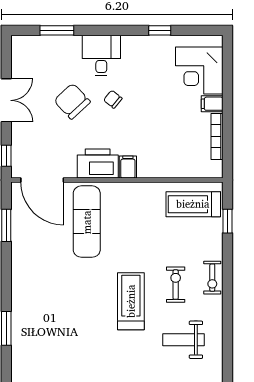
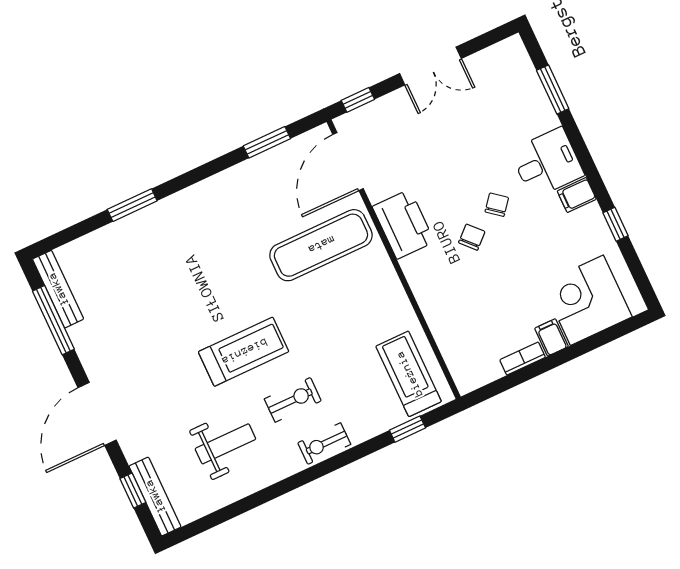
chair: (72, 101) -> (472, 237), moved, width x0.54, depth x0.54
bookcase: (217, 136) -> (523, 358), width x0.64
filing cabinet: (128, 167) -> (577, 195), moved, turned 180
weight bench: (184, 340) -> (225, 444), turned 90

